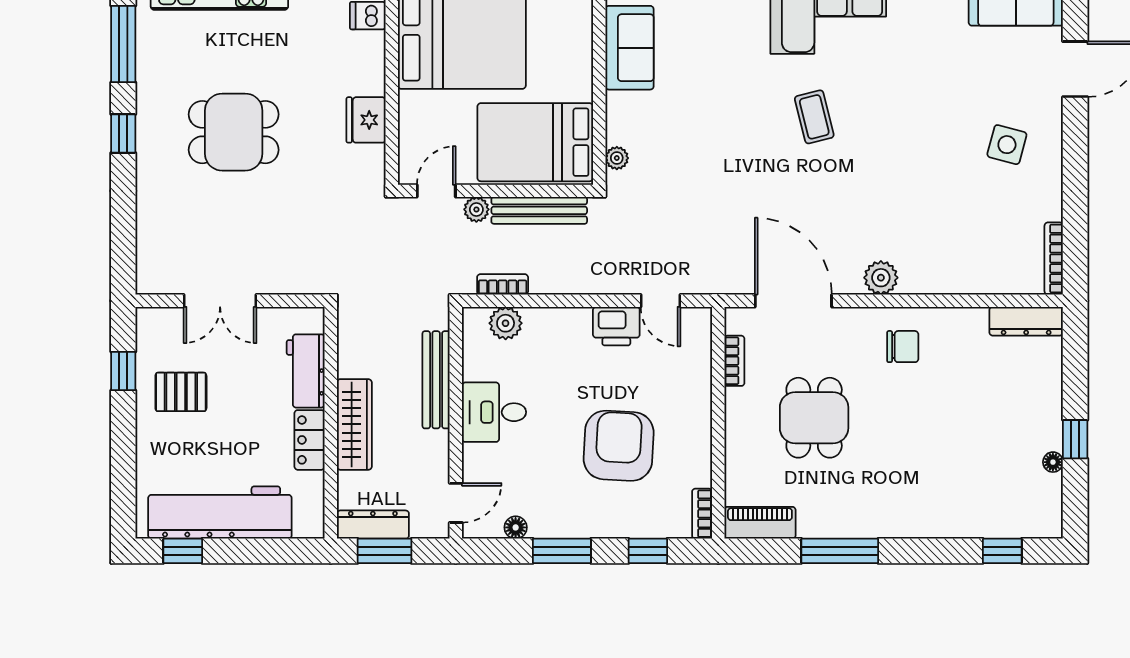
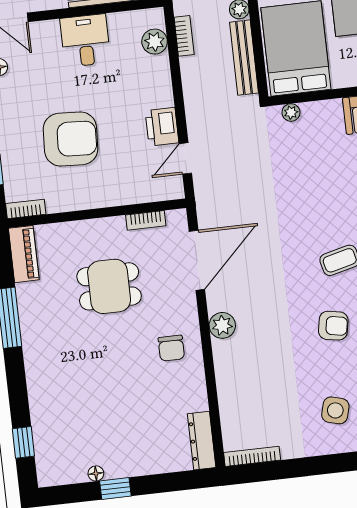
armchair: (897, 135) -> (333, 326), added

